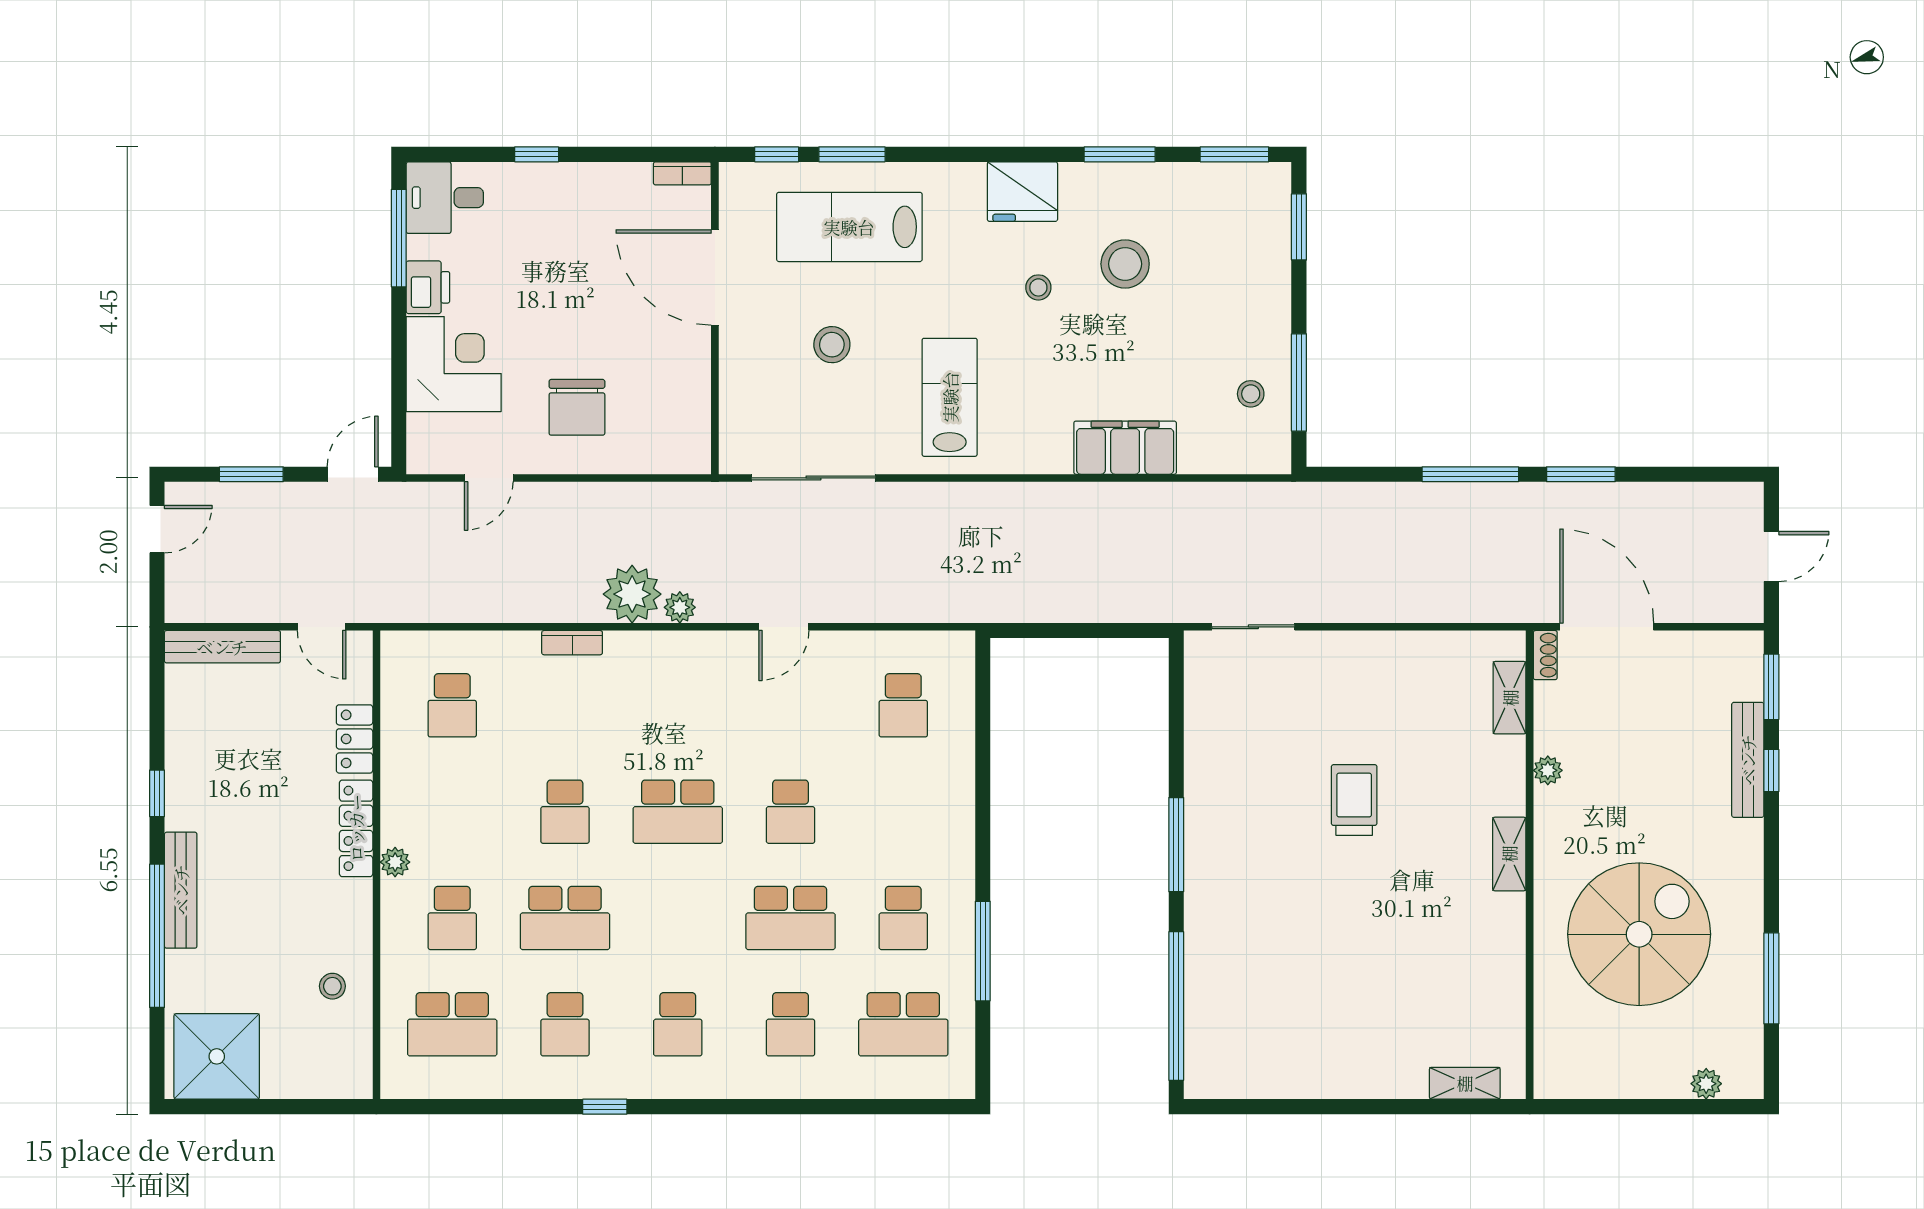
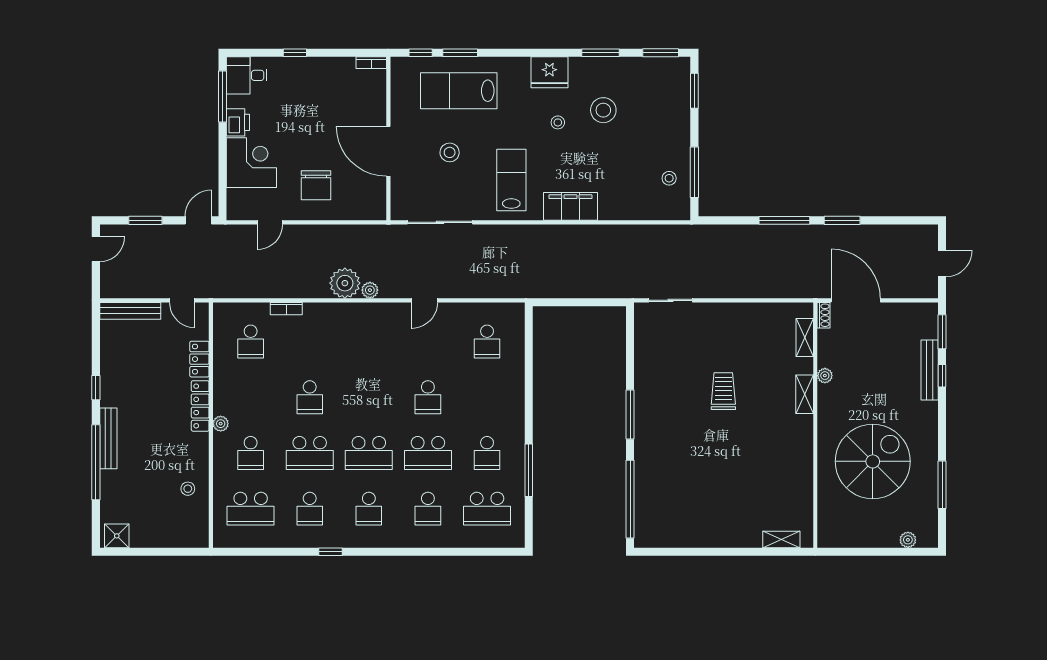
door: (715, 277) -> (388, 151), moved
filing cabinet: (1125, 448) -> (570, 206), moved
bookcase: (572, 643) -> (286, 309), moved
school desk: (678, 812) -> (369, 453), moved
shelving: (1509, 854) -> (805, 394), moved
shower: (217, 1056) -> (117, 536), width x0.54, depth x0.54

